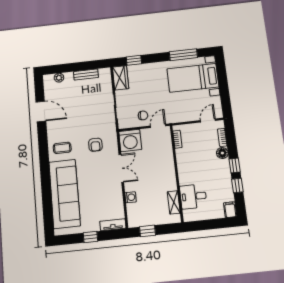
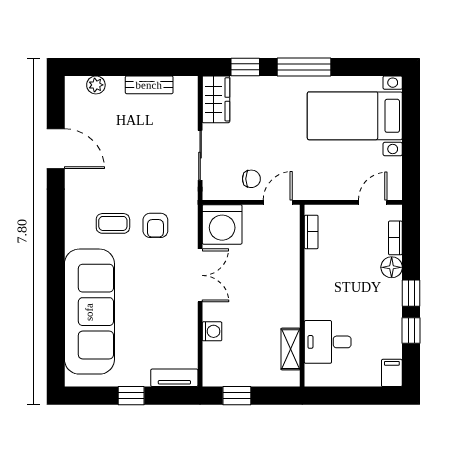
window: (183, 55) -> (304, 67), moved
coffee table: (62, 148) -> (113, 223), moved

